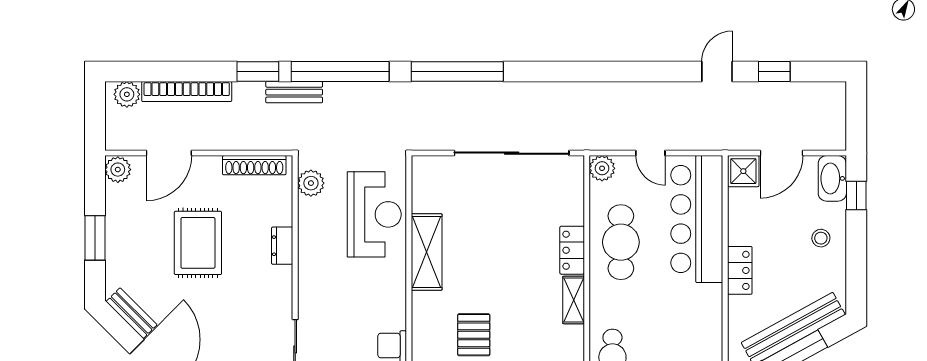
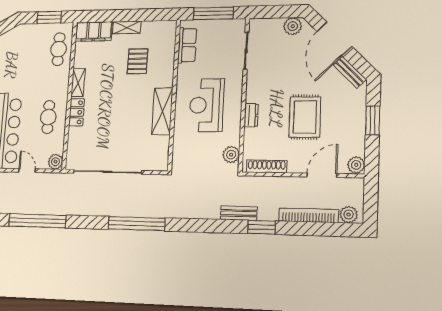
window: (340, 71) -> (37, 221), moved
reception desk: (374, 214) -> (207, 105), moved
cafe table: (621, 242) -> (48, 117), width x0.73, depth x0.74

